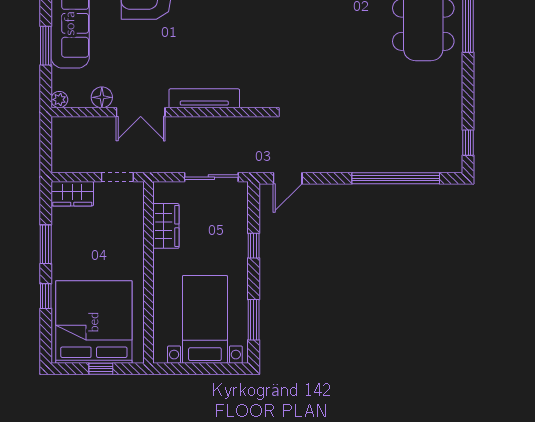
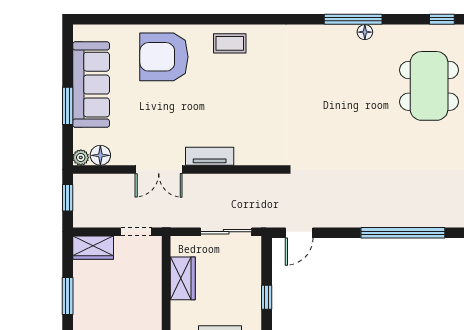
floor lamp: (102, 97) -> (100, 155), moved
tv unit: (204, 98) -> (210, 156), width x0.71
window: (46, 142) -> (68, 198), added

